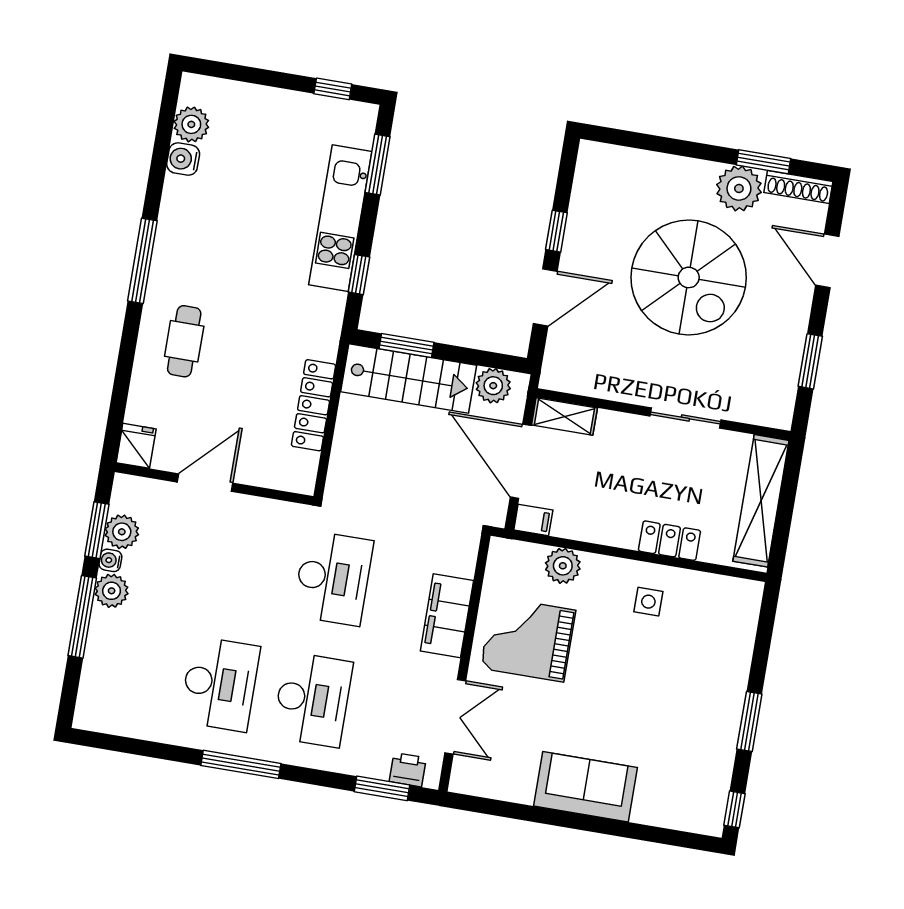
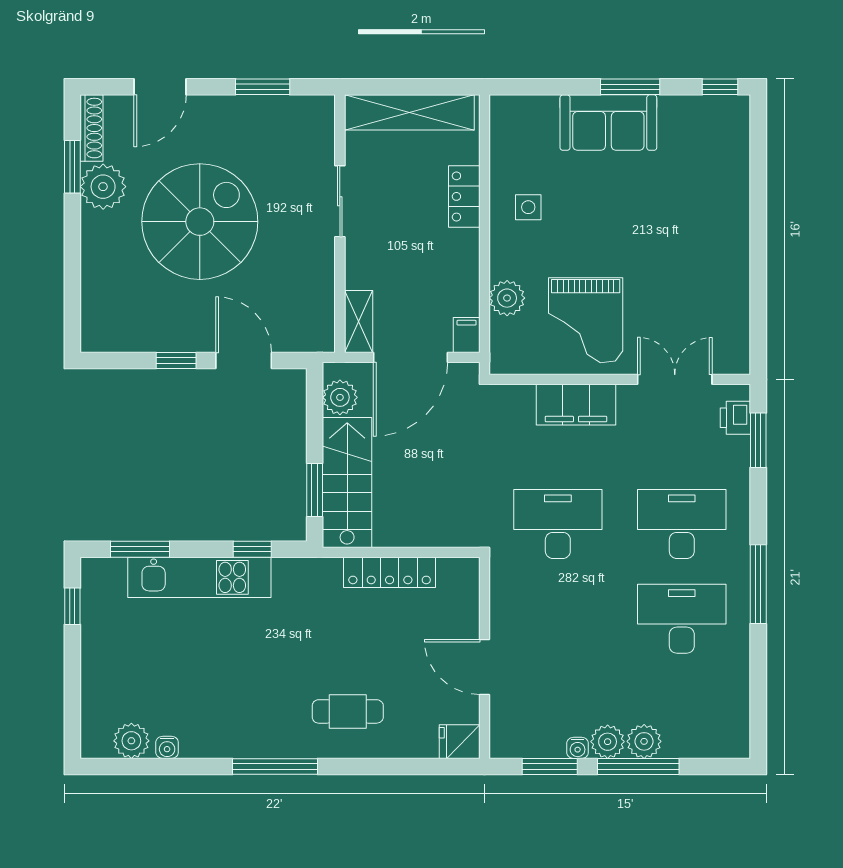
water cooler: (183, 159) -> (167, 747), width x0.72, depth x0.72
plant: (122, 532) -> (644, 741), moved
sofa: (586, 787) -> (608, 123), moved, turned -90

